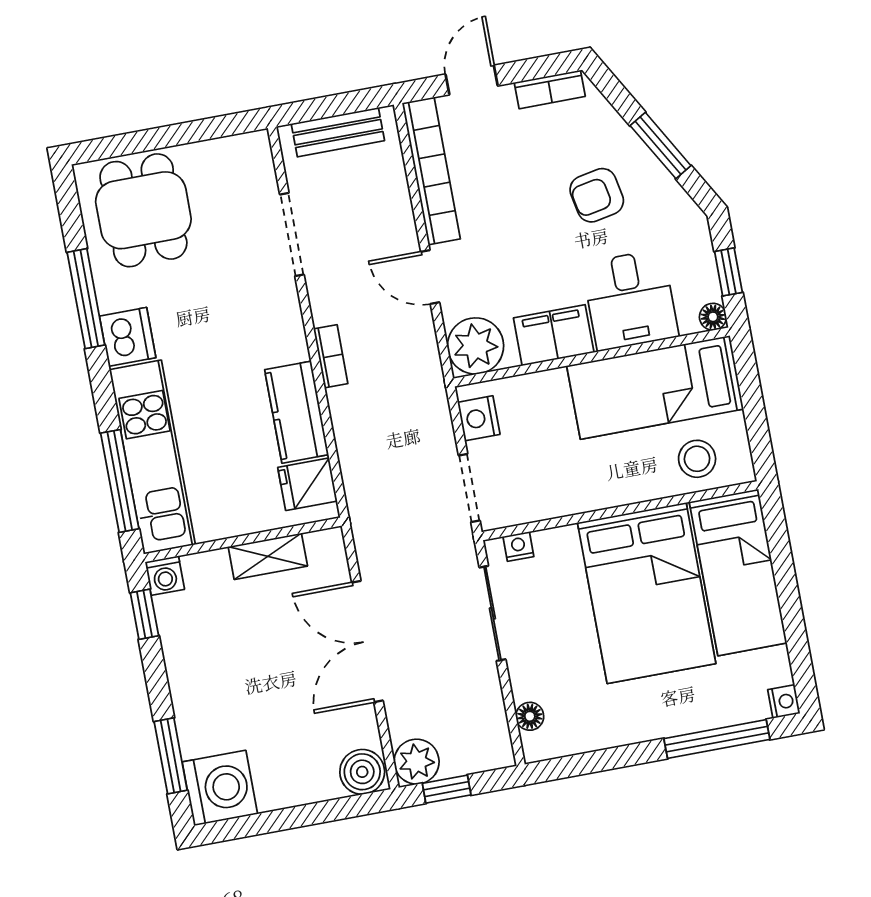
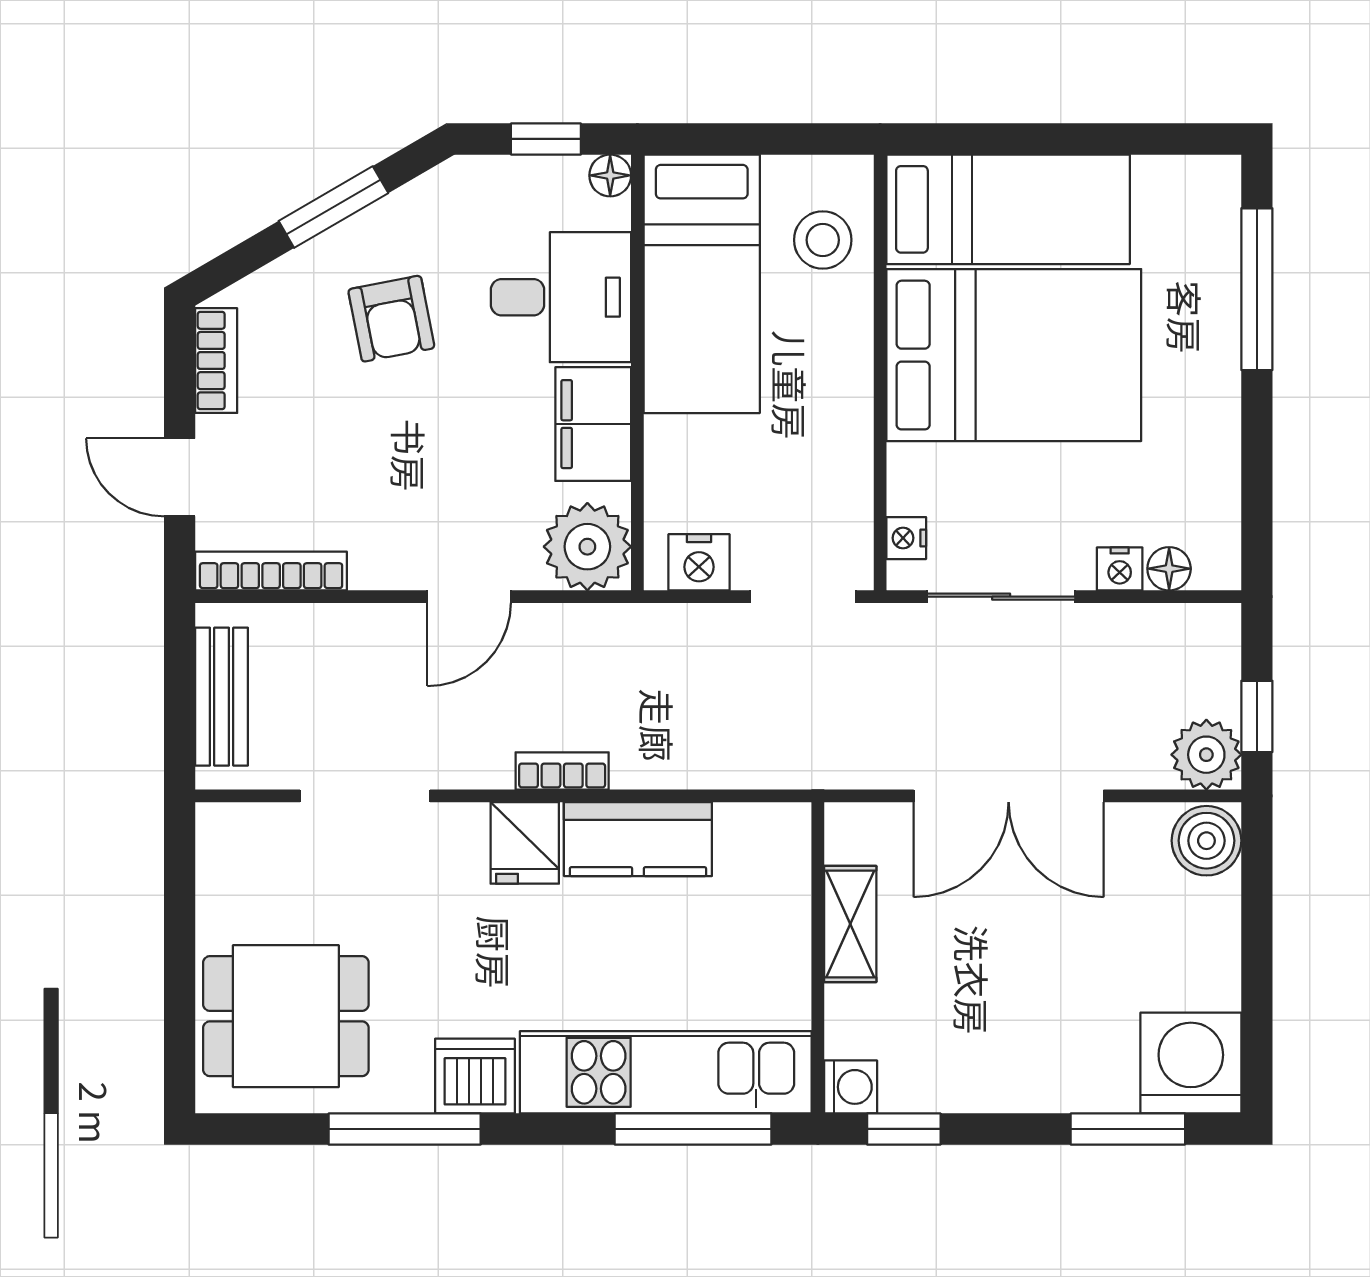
bookcase: (431, 171) -> (271, 571), width x0.68, depth x0.76
fridge: (307, 484) -> (525, 843), moved
nightstand: (784, 702) -> (1120, 569), moved, turned 180

